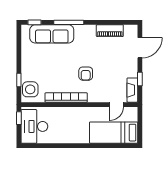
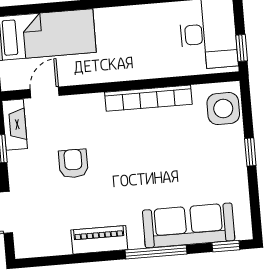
piano: (110, 31) -> (99, 240), moved
armchair: (86, 74) -> (73, 163), moved
window: (19, 80) -> (250, 152), moved

